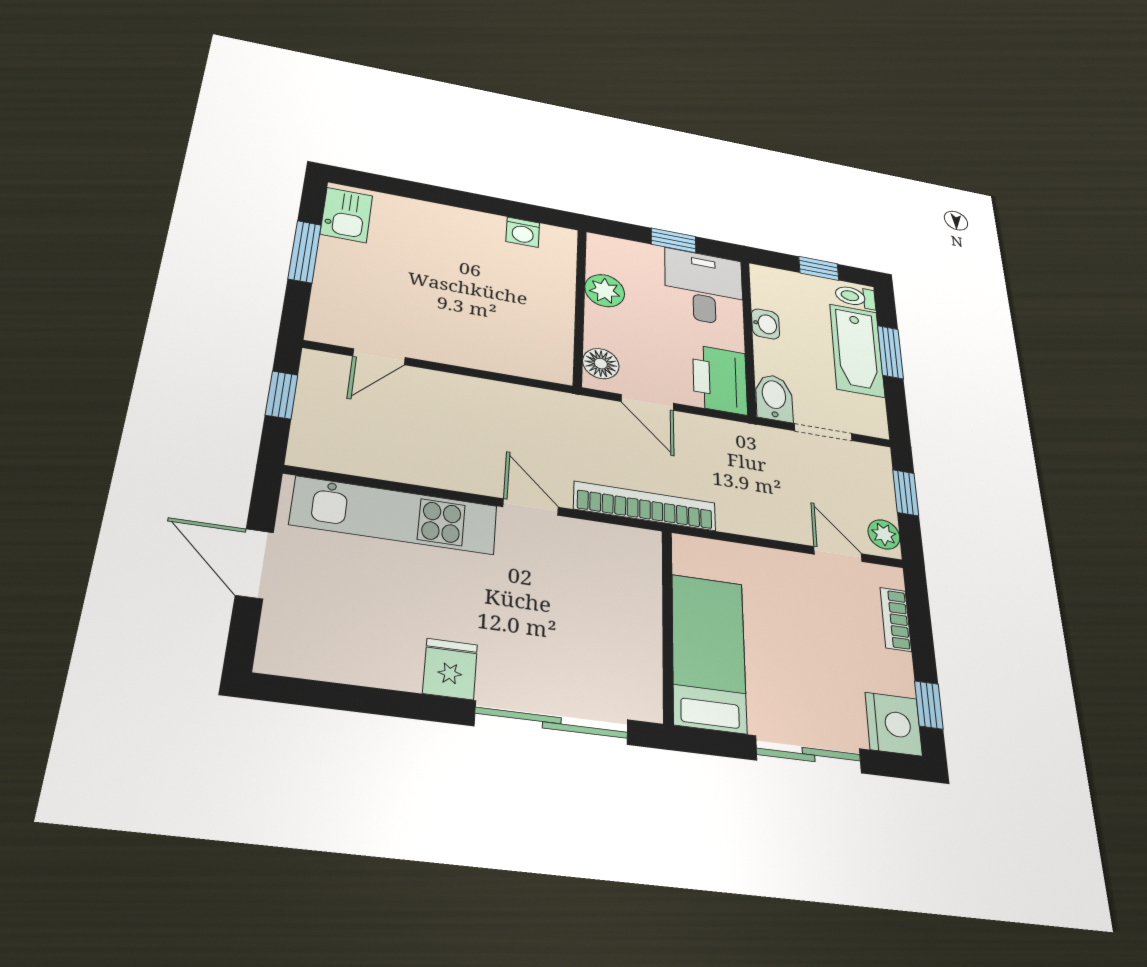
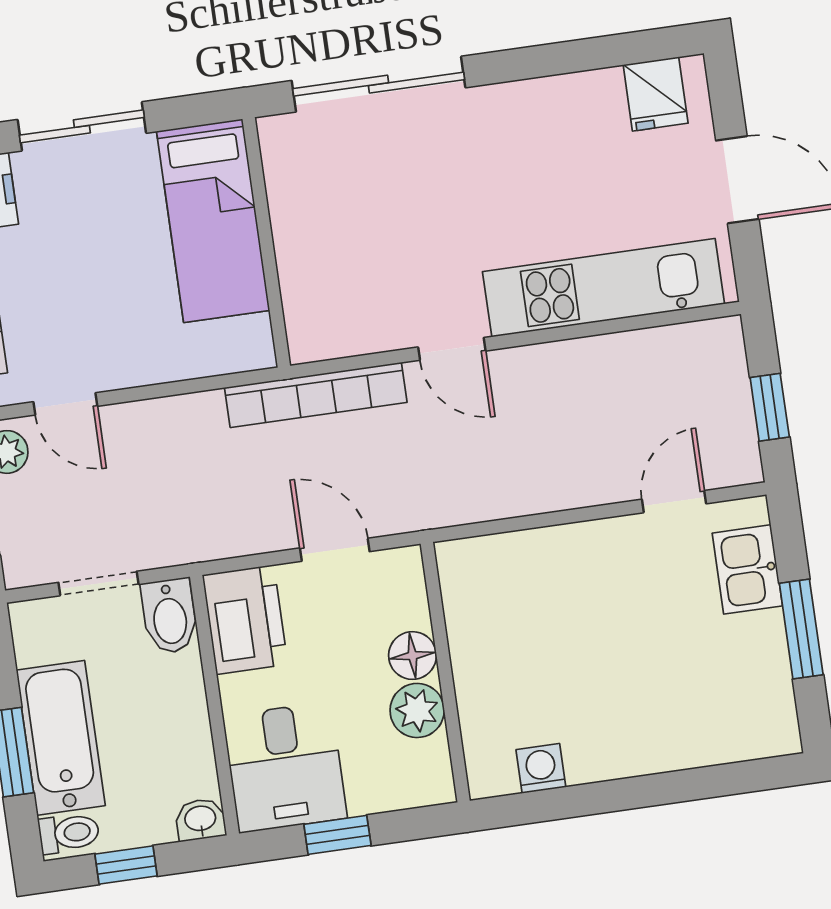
kitchen sink: (346, 215) -> (747, 569), moved
washbasin: (765, 324) -> (200, 819), moved, turned 90
floor lamp: (601, 364) -> (413, 656), moved
fridge: (450, 669) -> (656, 94), moved

